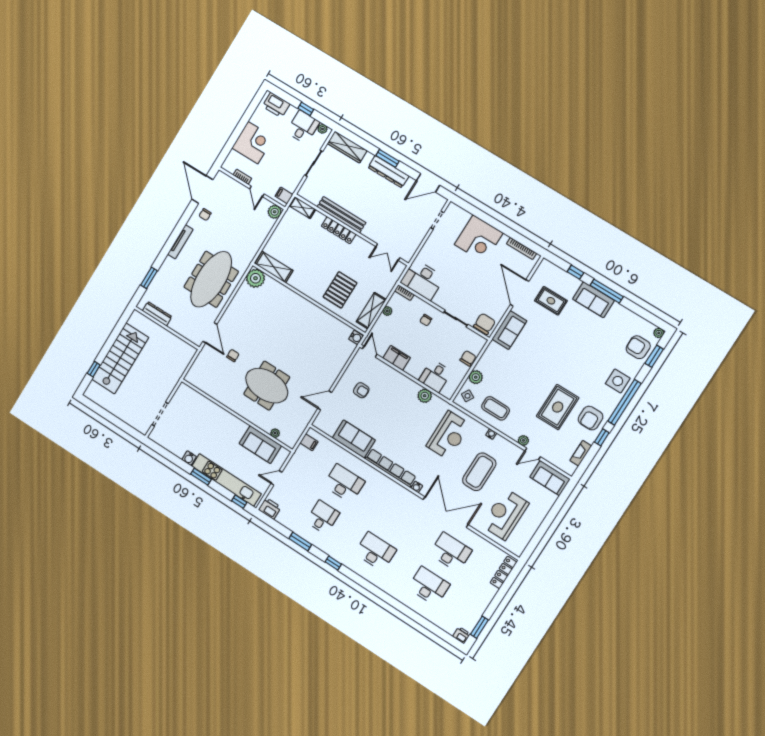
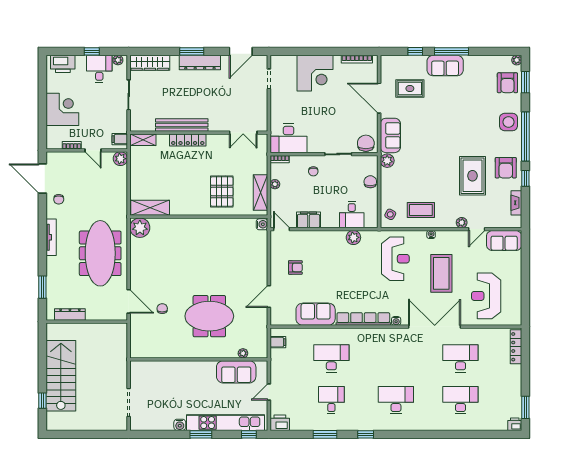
armchair: (638, 347) -> (507, 83), turned -90
plant: (476, 377) -> (387, 161), moved

